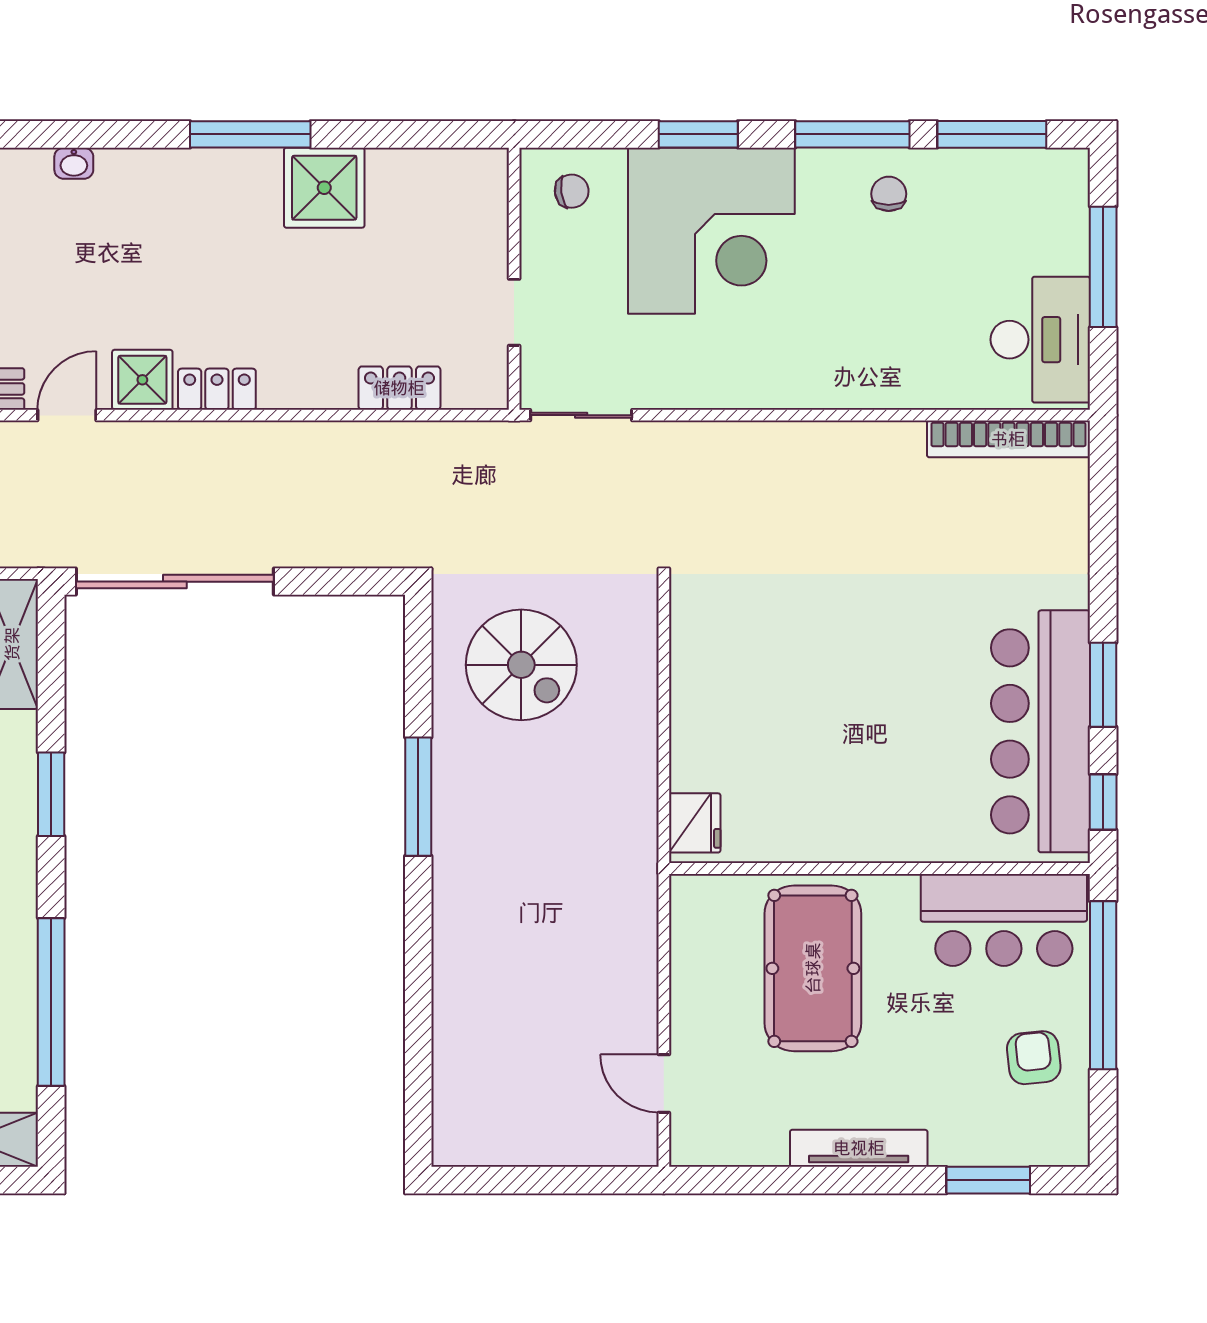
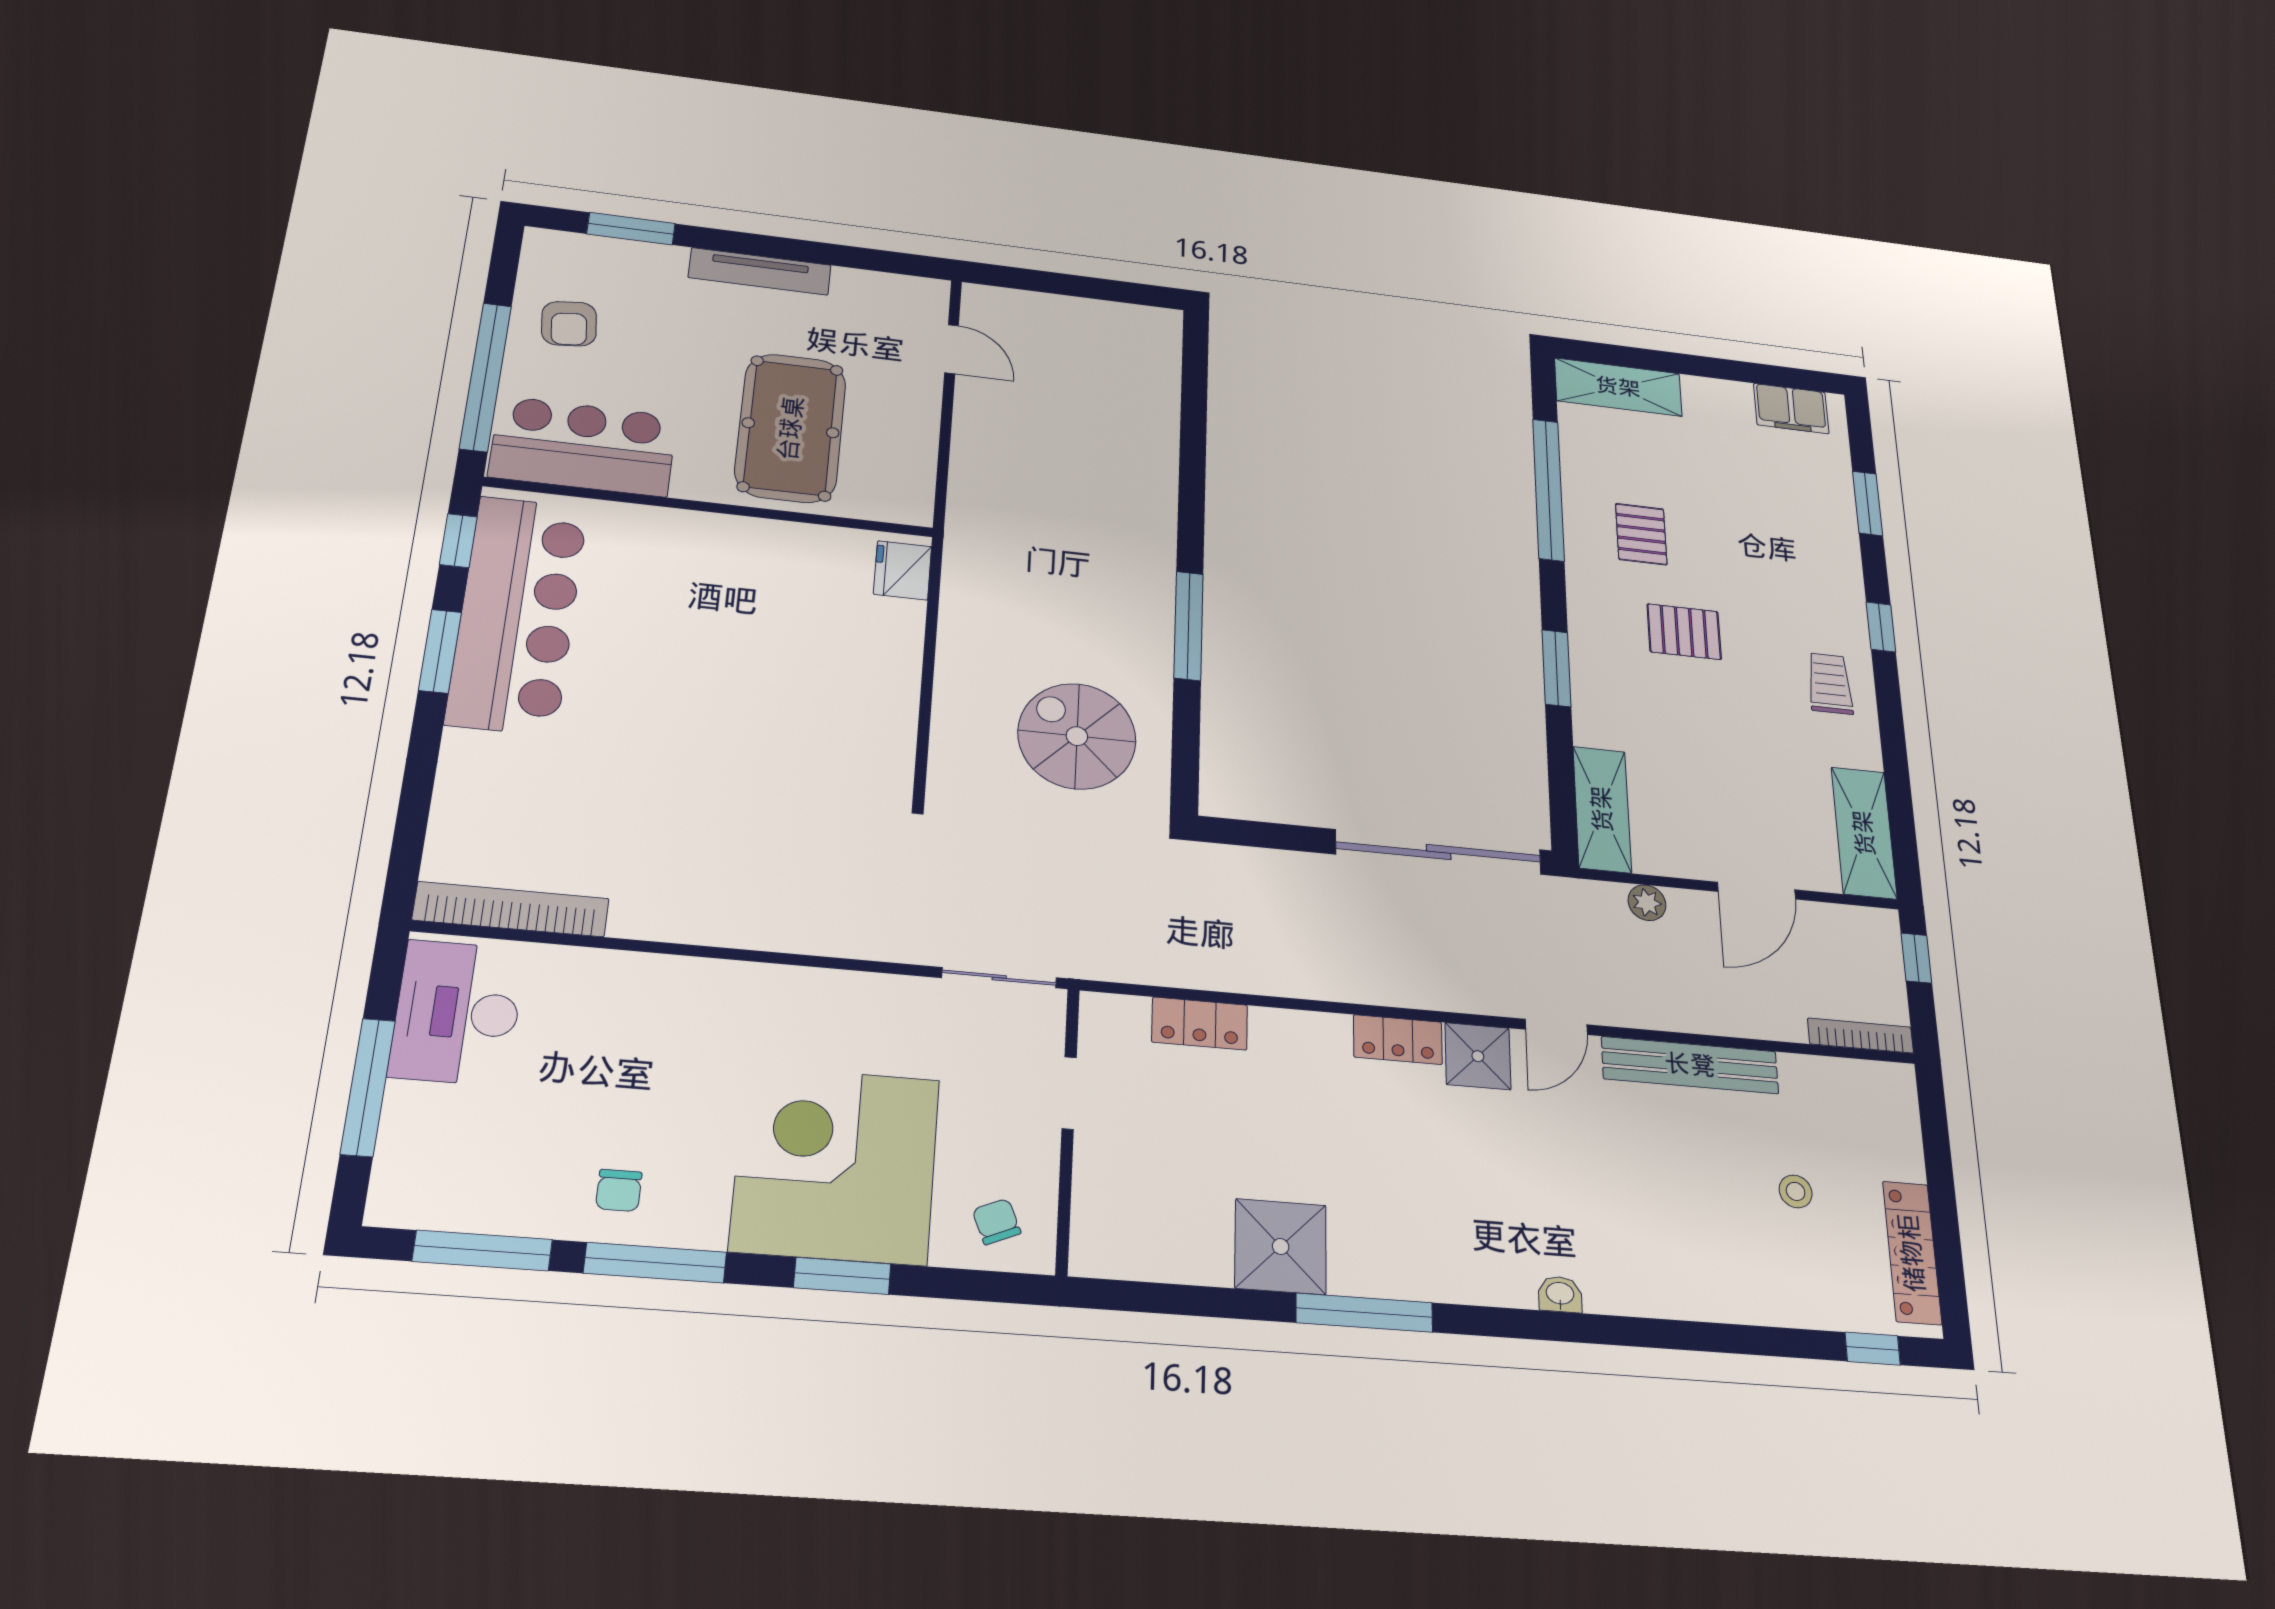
chair: (572, 191) -> (996, 1222), turned 75

